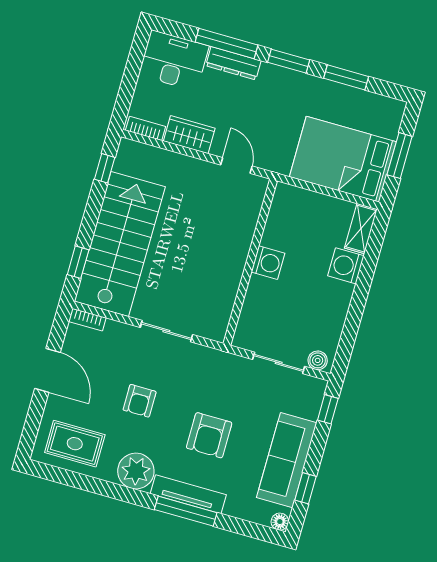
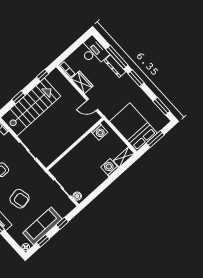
window: (346, 77) -> (161, 106), moved
door: (236, 165) -> (92, 105), swing flipped
window: (78, 262) -> (18, 97), moved
washing machine: (268, 263) -> (99, 132), moved
window: (328, 409) -> (62, 223), moved
armchair: (209, 435) -> (19, 199), turned -102

